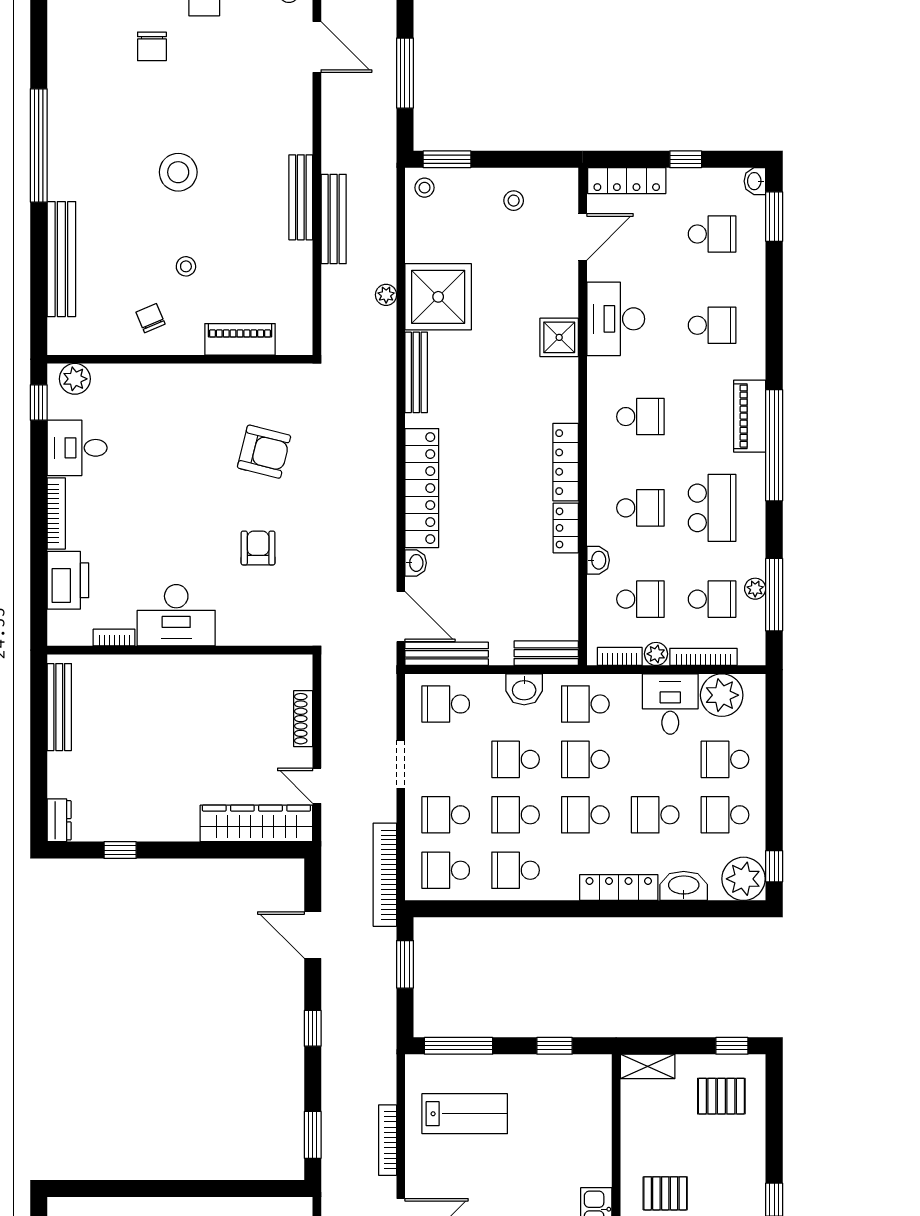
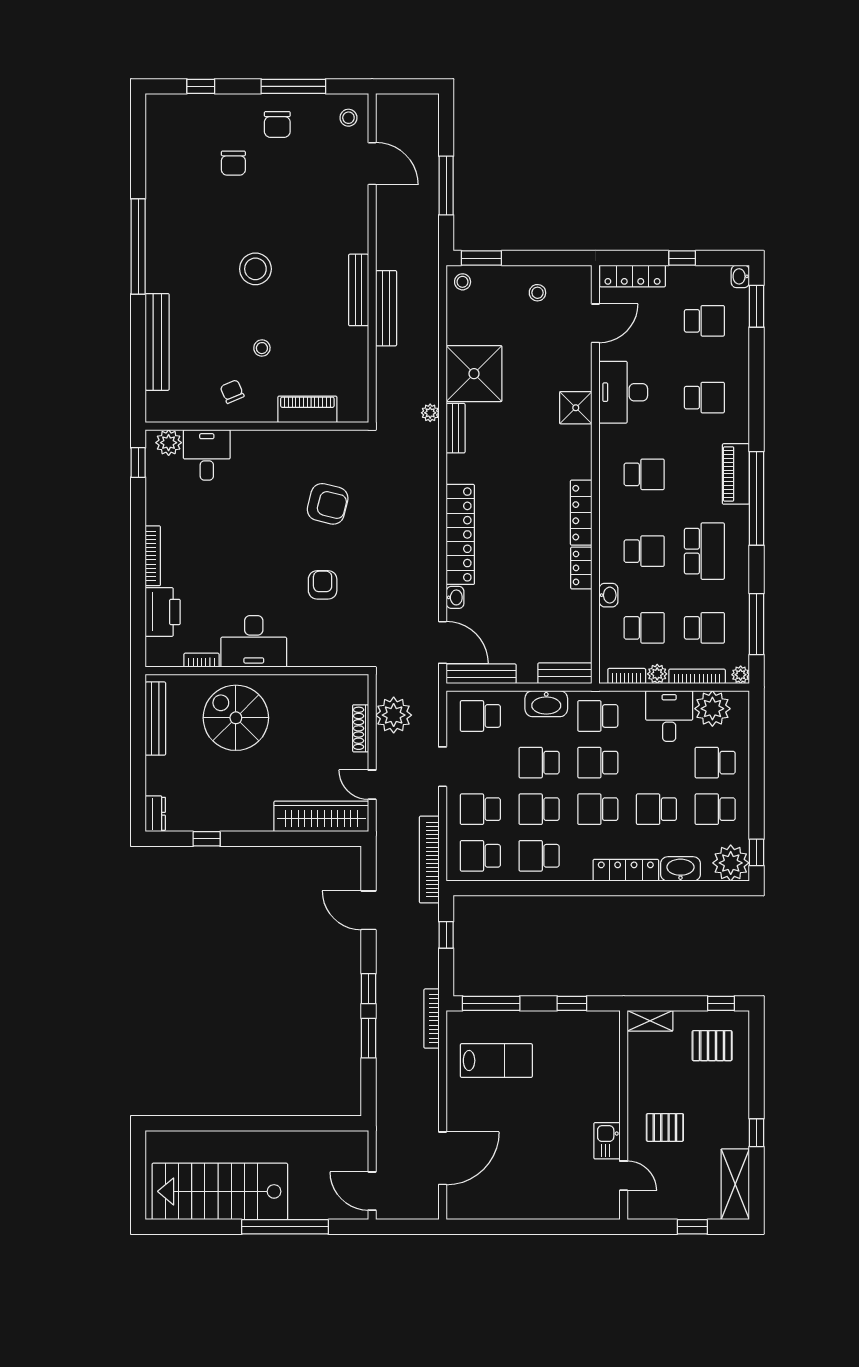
plant: (386, 295) -> (430, 413), moved
bench: (416, 372) -> (456, 428), width x0.73
desk: (77, 448) -> (207, 455), moved, turned 90
plant: (755, 589) -> (741, 675), moved
washbasin: (524, 689) -> (546, 704), width x1.38
plant: (343, 703) -> (394, 715), added
spiral stairs: (155, 706) -> (236, 718), added
window: (405, 964) -> (446, 935), width x0.67
window: (313, 1135) -> (369, 1038), moved
bookcase: (388, 1140) -> (431, 1019), moved

